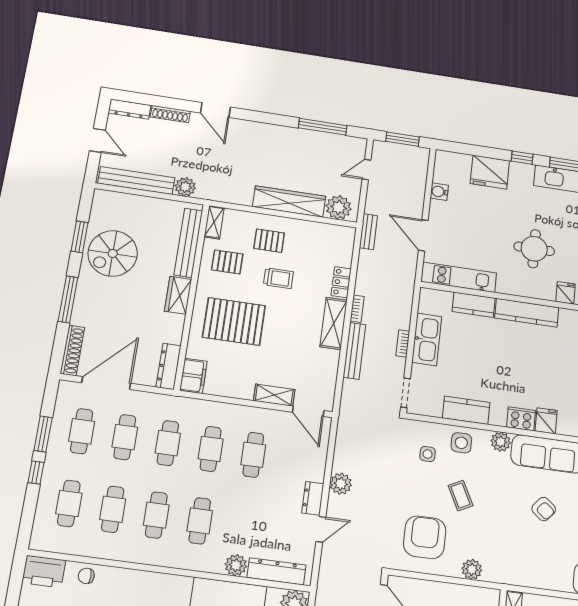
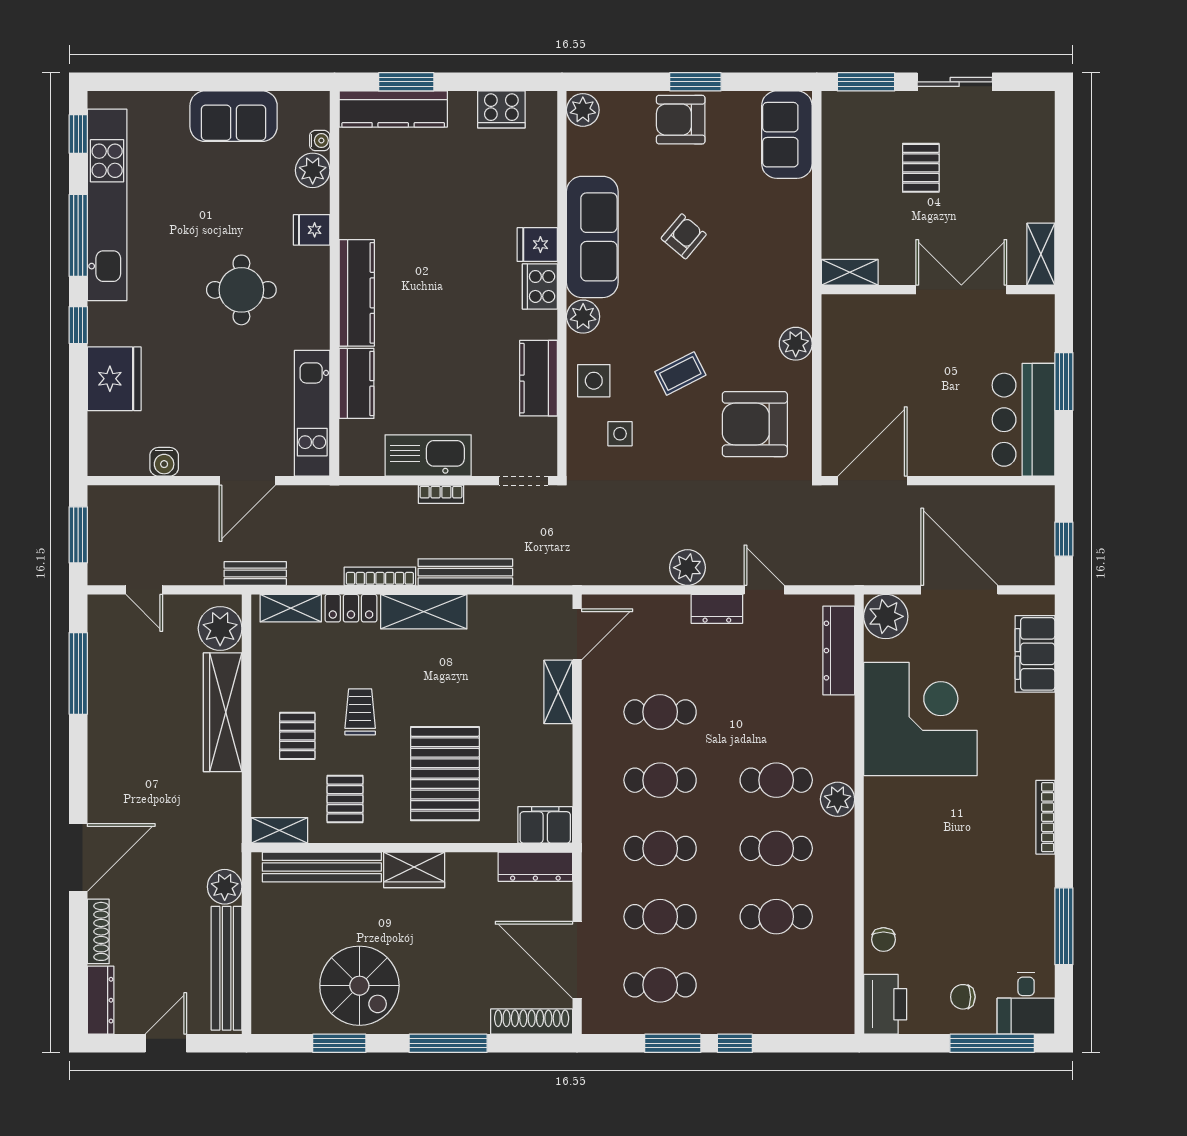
door: (215, 110) -> (78, 858), width x1.36
shelving: (345, 248) -> (291, 608), added
bookcase: (357, 309) -> (380, 576), width x1.56
cafe table: (69, 503) -> (776, 985), removed
plant: (236, 565) -> (838, 799), moved

